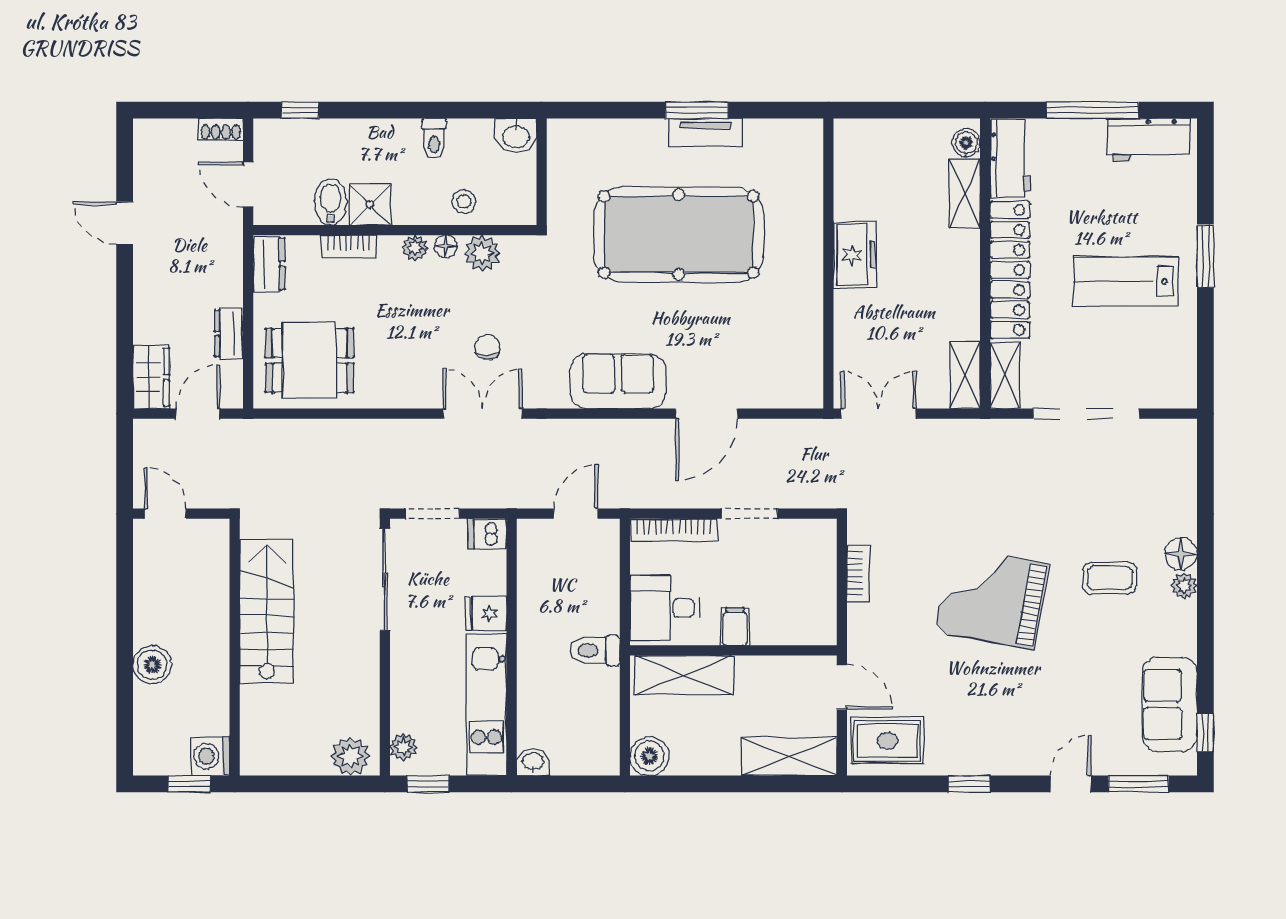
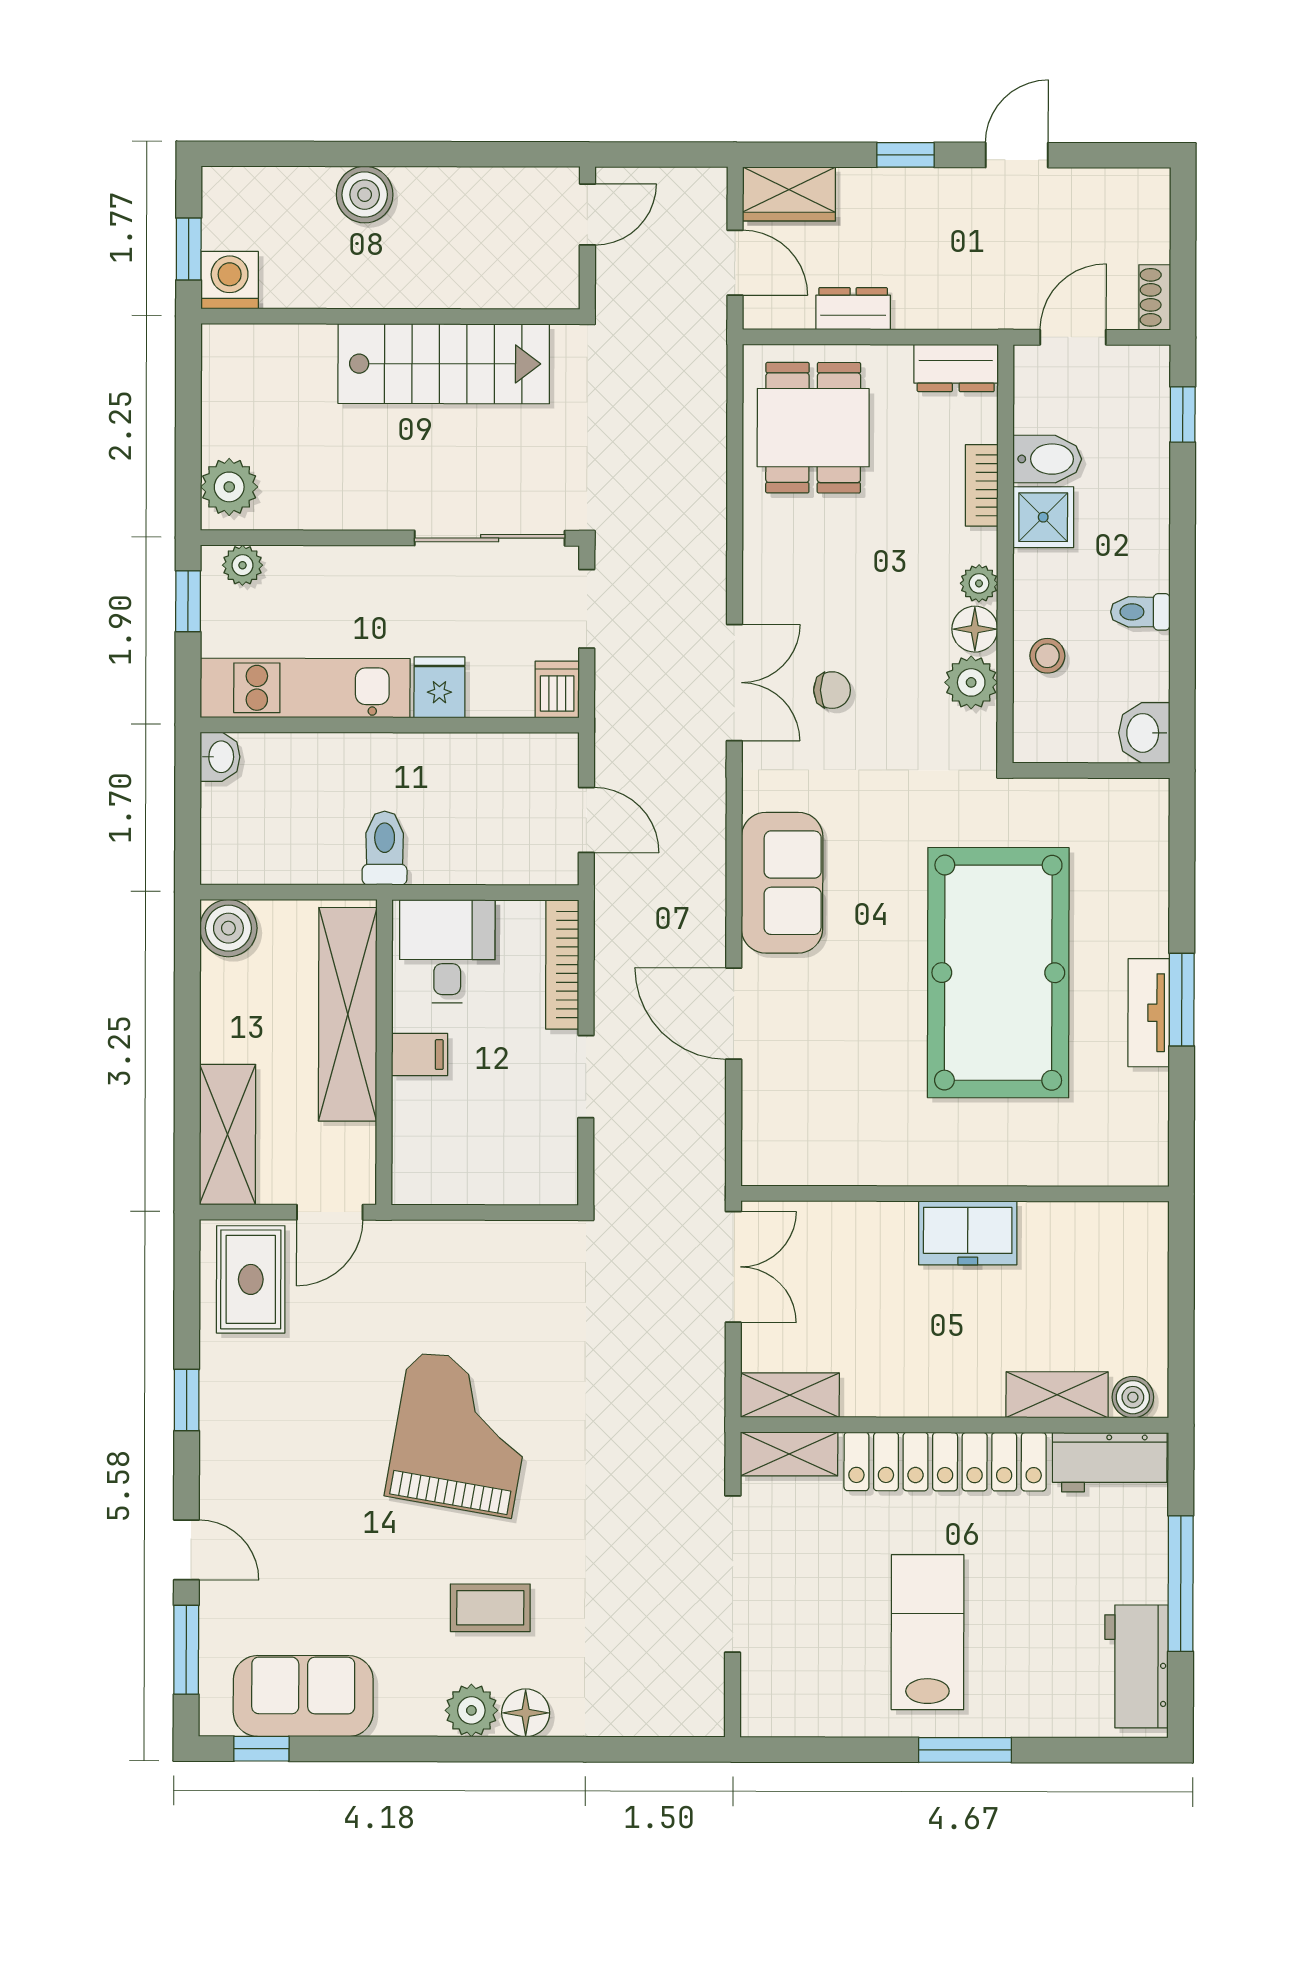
floor lamp: (446, 247) -> (975, 629), width x1.37, depth x1.37
window: (125, 298) -> (905, 155), added
bookcase: (858, 573) -> (497, 1237), removed
coffee table: (1110, 578) -> (490, 1608), turned 90
plant: (1184, 586) -> (471, 1710), width x1.38, depth x1.38
shelving: (685, 675) -> (348, 1014), width x1.47

